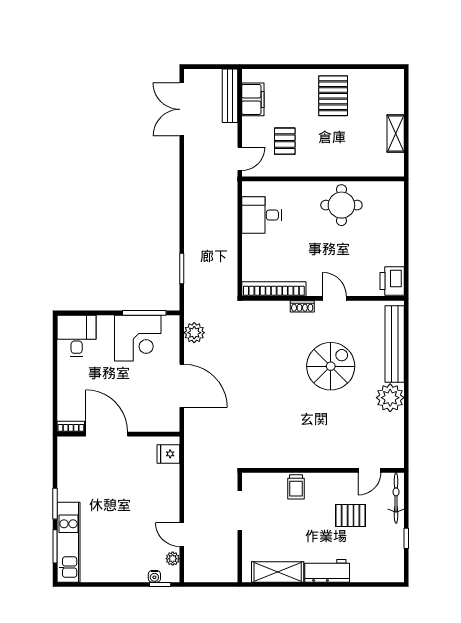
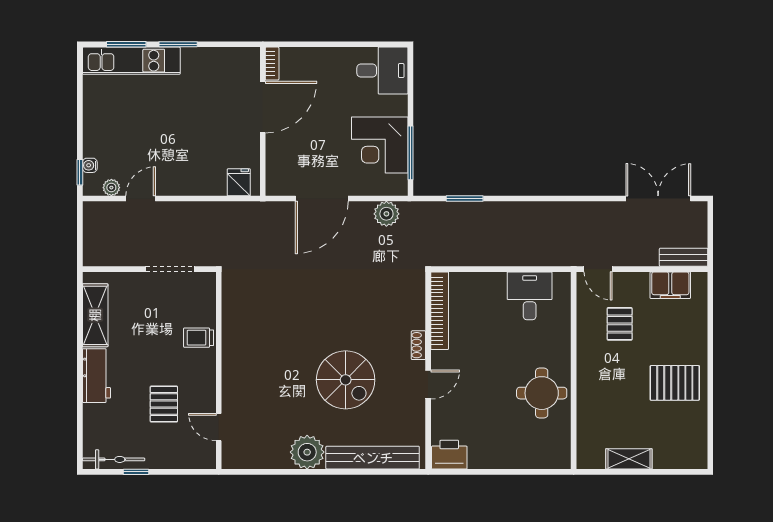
bench: (230, 96) -> (684, 257), width x0.73
pallet: (285, 141) -> (620, 324), turned 90
bicycle: (396, 498) -> (114, 459), moved

